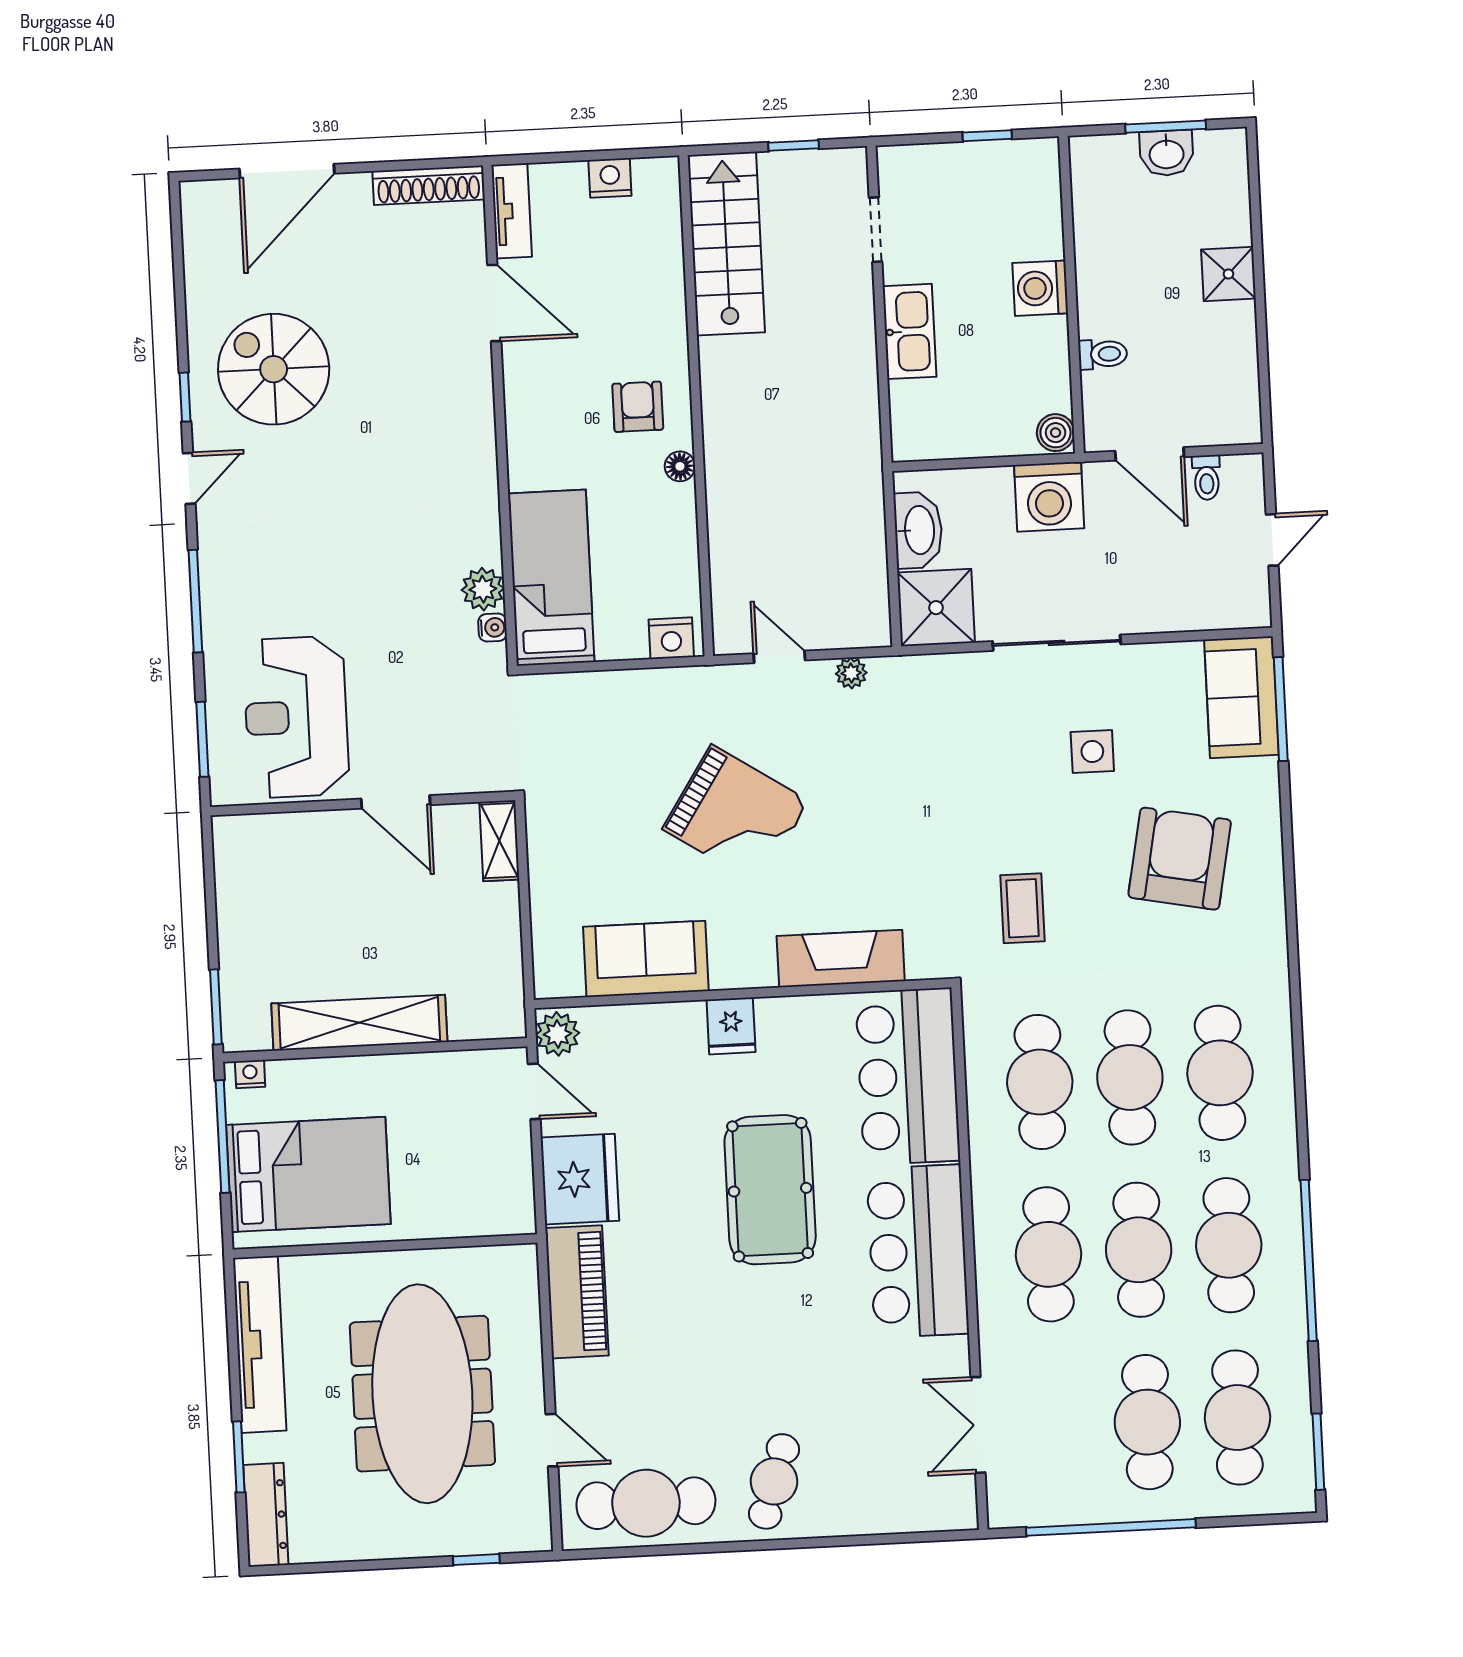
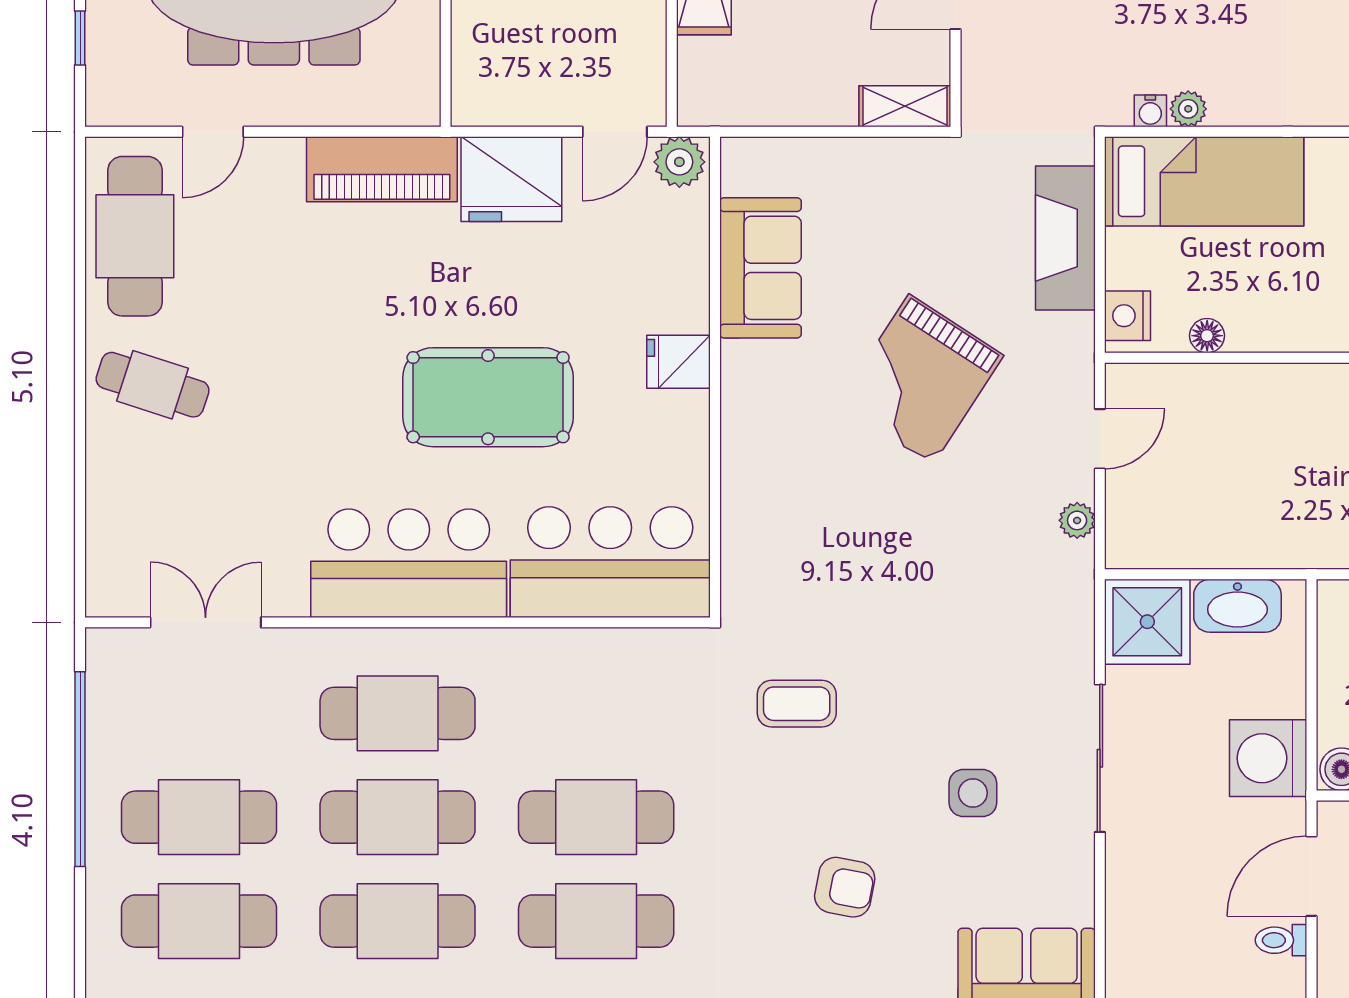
floor lamp: (680, 466) -> (1207, 336), moved
plant: (483, 589) -> (1188, 109), width x0.73, depth x0.73
armchair: (1180, 859) -> (845, 887), width x0.53, depth x0.53
fireplace: (841, 959) -> (1065, 238), moved, turned 180
cafe table: (1040, 1082) -> (596, 713), removed

